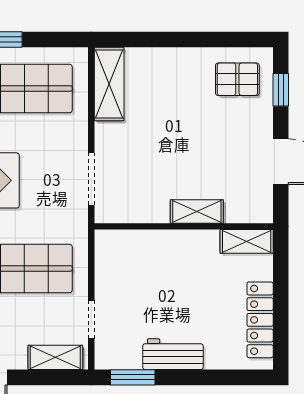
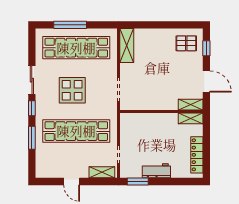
shelving: (197, 211) -> (191, 105), moved

